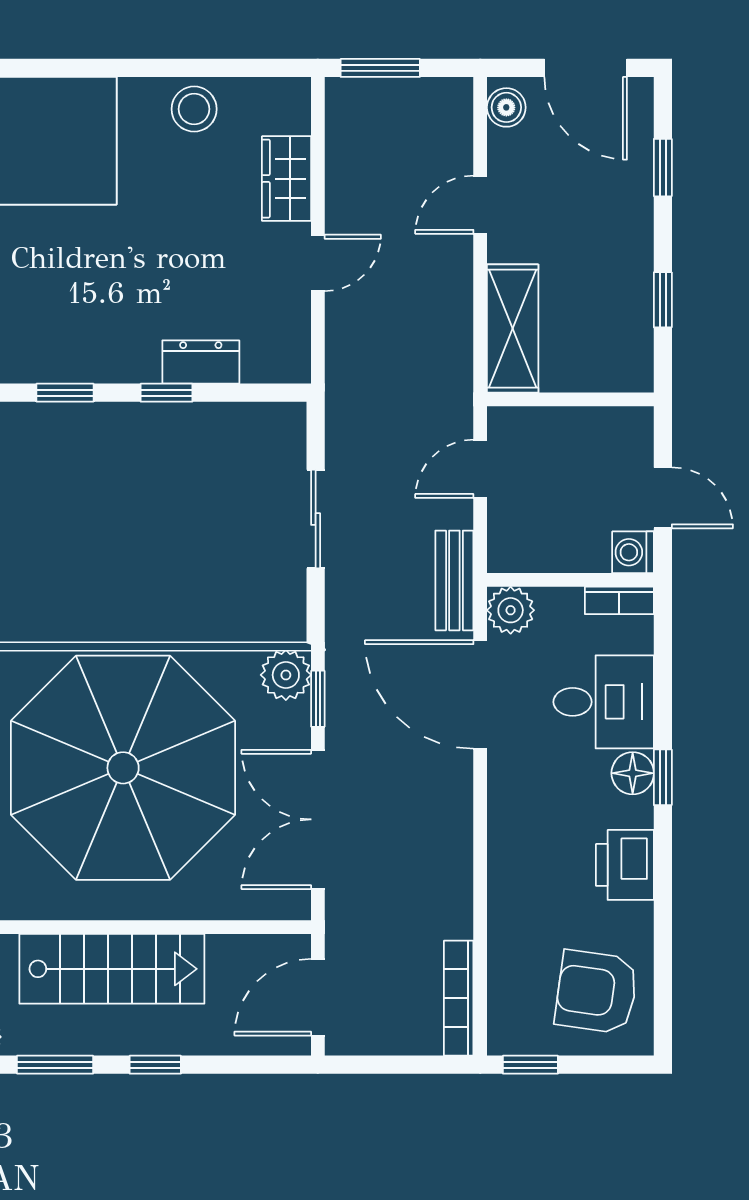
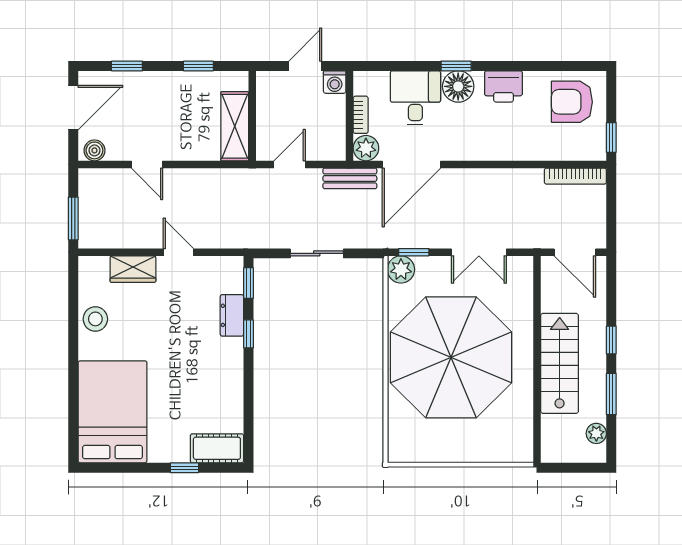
shelving: (513, 329) -> (235, 126), moved, turned 90
window: (65, 393) -> (249, 283), moved
door: (480, 469) -> (290, 165), swing flipped
bookcase: (619, 600) -> (361, 115), moved
floor lamp: (633, 773) -> (458, 86), width x1.38, depth x1.38
double door: (318, 819) -> (479, 252), width x0.73
armchair: (596, 992) -> (572, 102), turned 82

